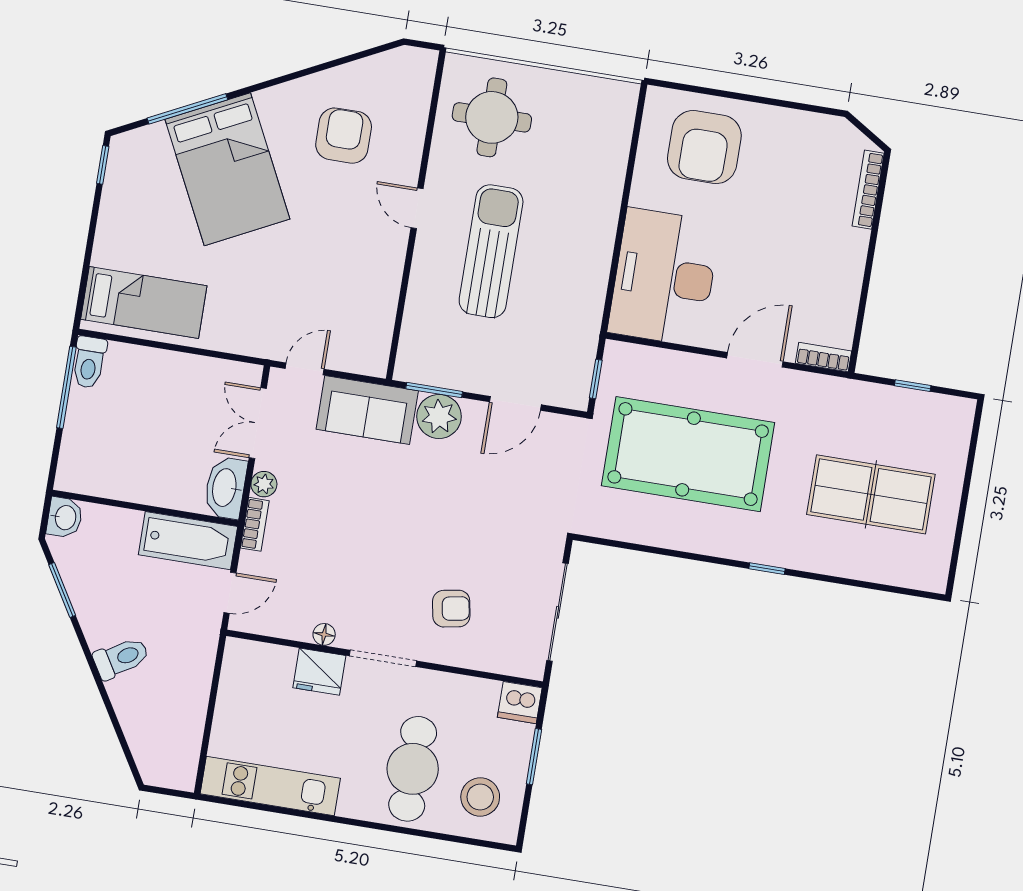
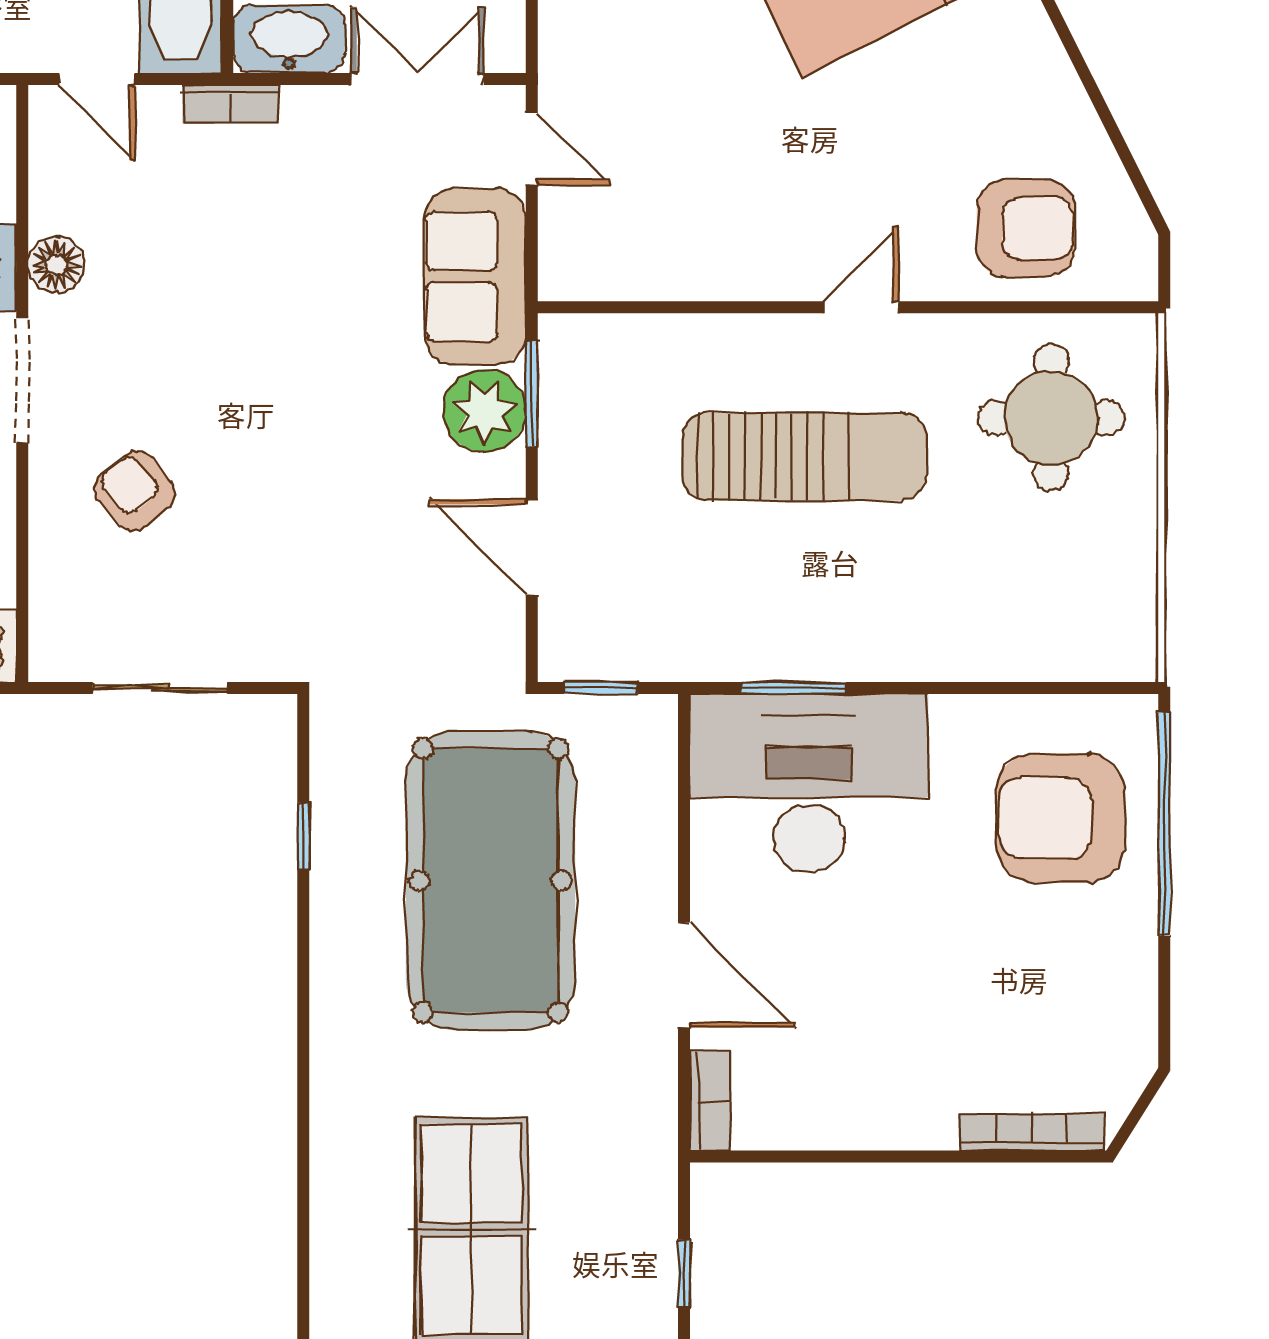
window: (717, 93) -> (1164, 824), added
armchair: (344, 136) -> (1026, 228), moved
window: (612, 277) -> (793, 688), added
plant: (264, 484) -> (307, 109), removed
window: (767, 569) -> (303, 836), moved
armchair: (451, 609) -> (135, 491), turned 151
sliding door: (558, 612) -> (160, 688), width x0.73
floor lamp: (324, 634) -> (56, 265), width x1.37, depth x1.37

